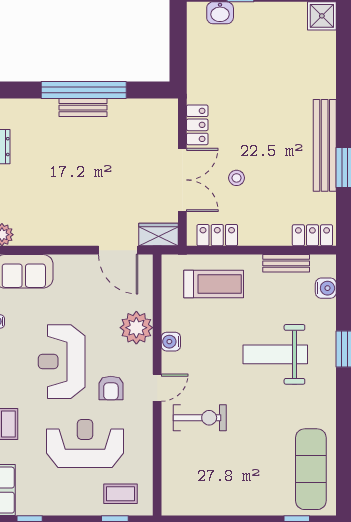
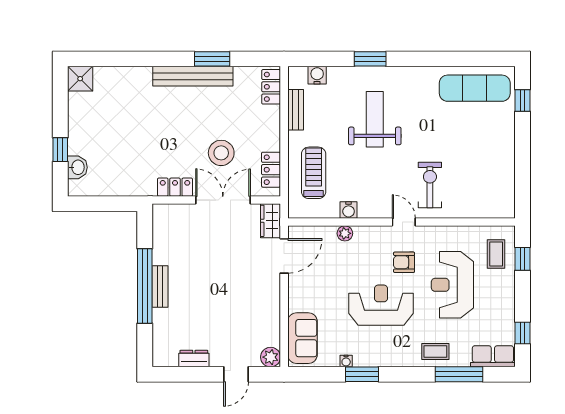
stool: (237, 178) -> (221, 153), width x1.89, depth x1.89
plant: (136, 328) -> (345, 233), width x0.53, depth x0.53
water cooler: (171, 342) -> (349, 210), moved
weight bench: (275, 354) -> (375, 119), turned 180
reception desk: (62, 362) -> (381, 305), turned 180
armchair: (111, 388) -> (404, 262), turned 180

